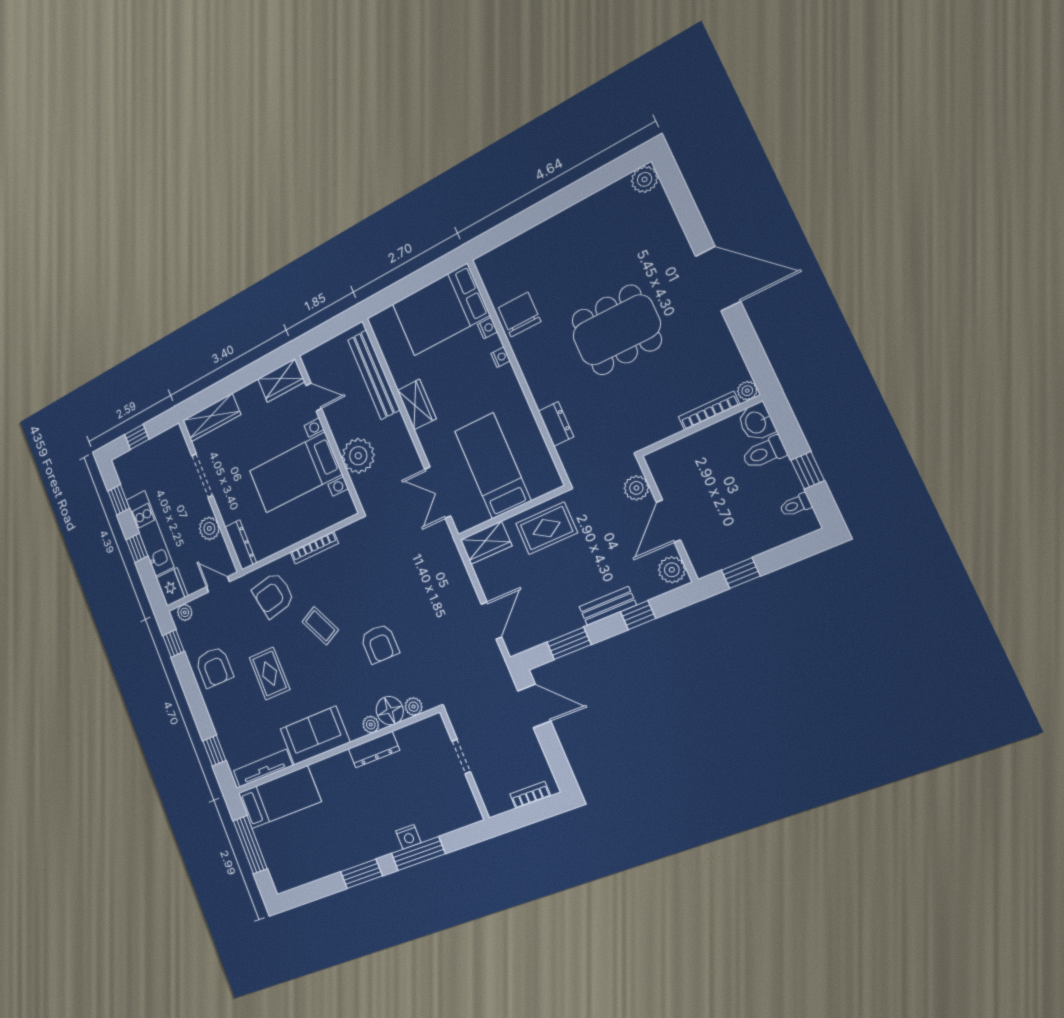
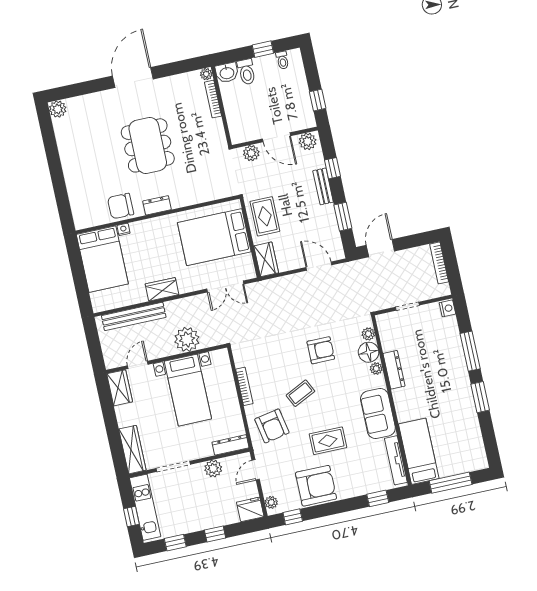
nightstand: (501, 357) -> (145, 224), removed
dresser: (556, 424) -> (157, 205), moved
bed: (493, 466) -> (214, 237), width x1.50
kitchen unit: (150, 533) -> (145, 507), moved, turned 90
armchair: (214, 667) -> (316, 486), width x1.36, depth x1.36
bookcase: (530, 795) -> (439, 263), width x1.56
nightstand: (408, 837) -> (447, 308), moved

